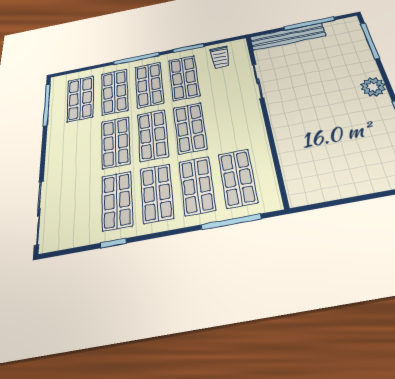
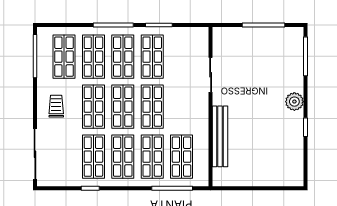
bench: (288, 36) -> (220, 136), moved, turned 90
trolley: (220, 57) -> (56, 106), moved, turned 180

